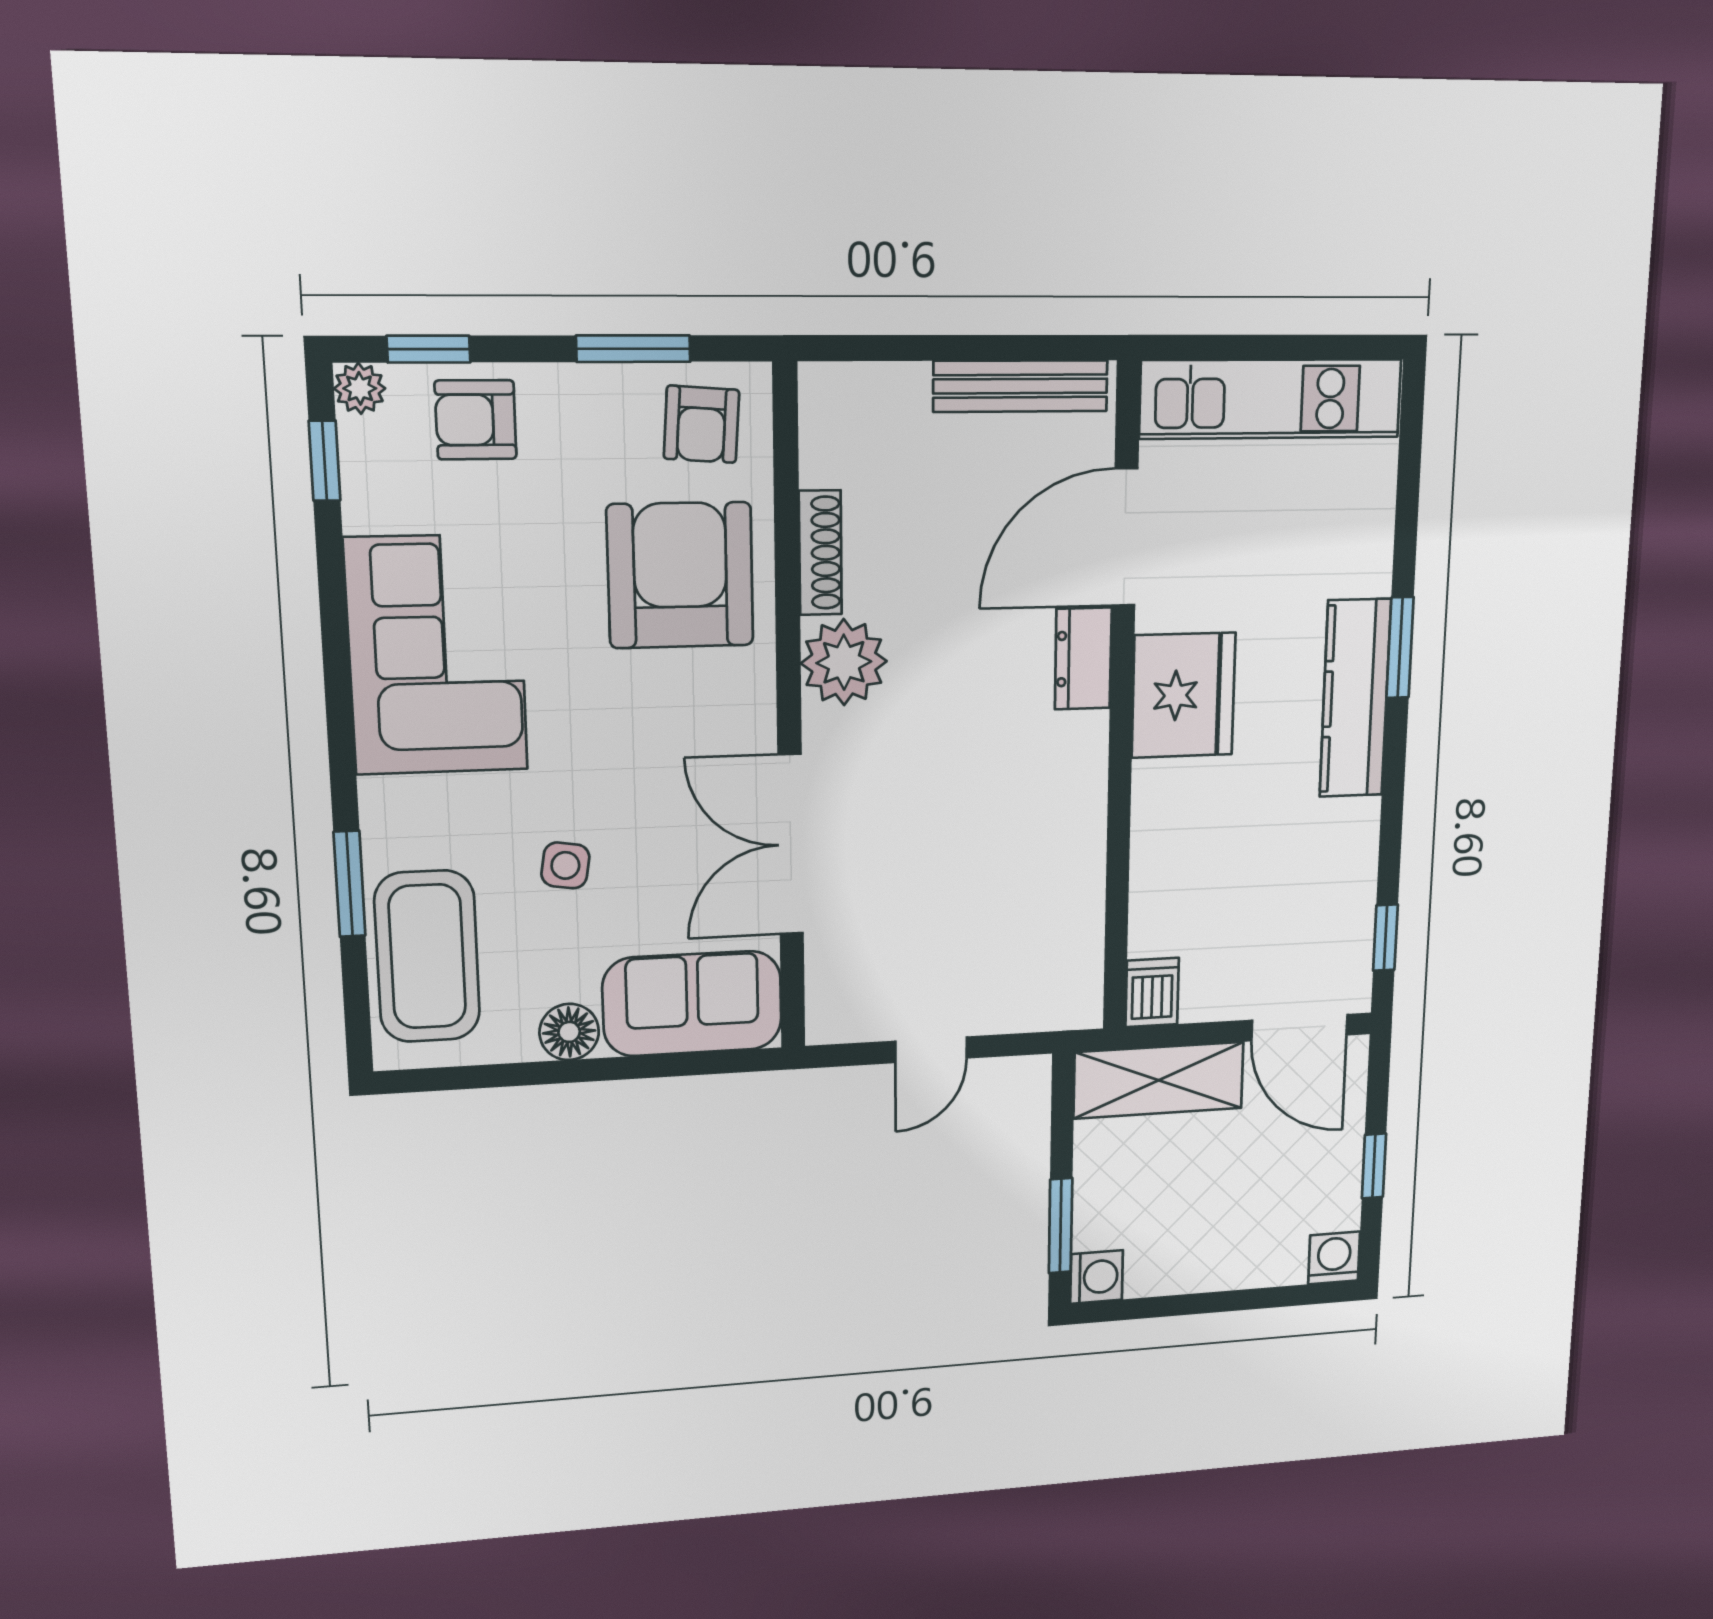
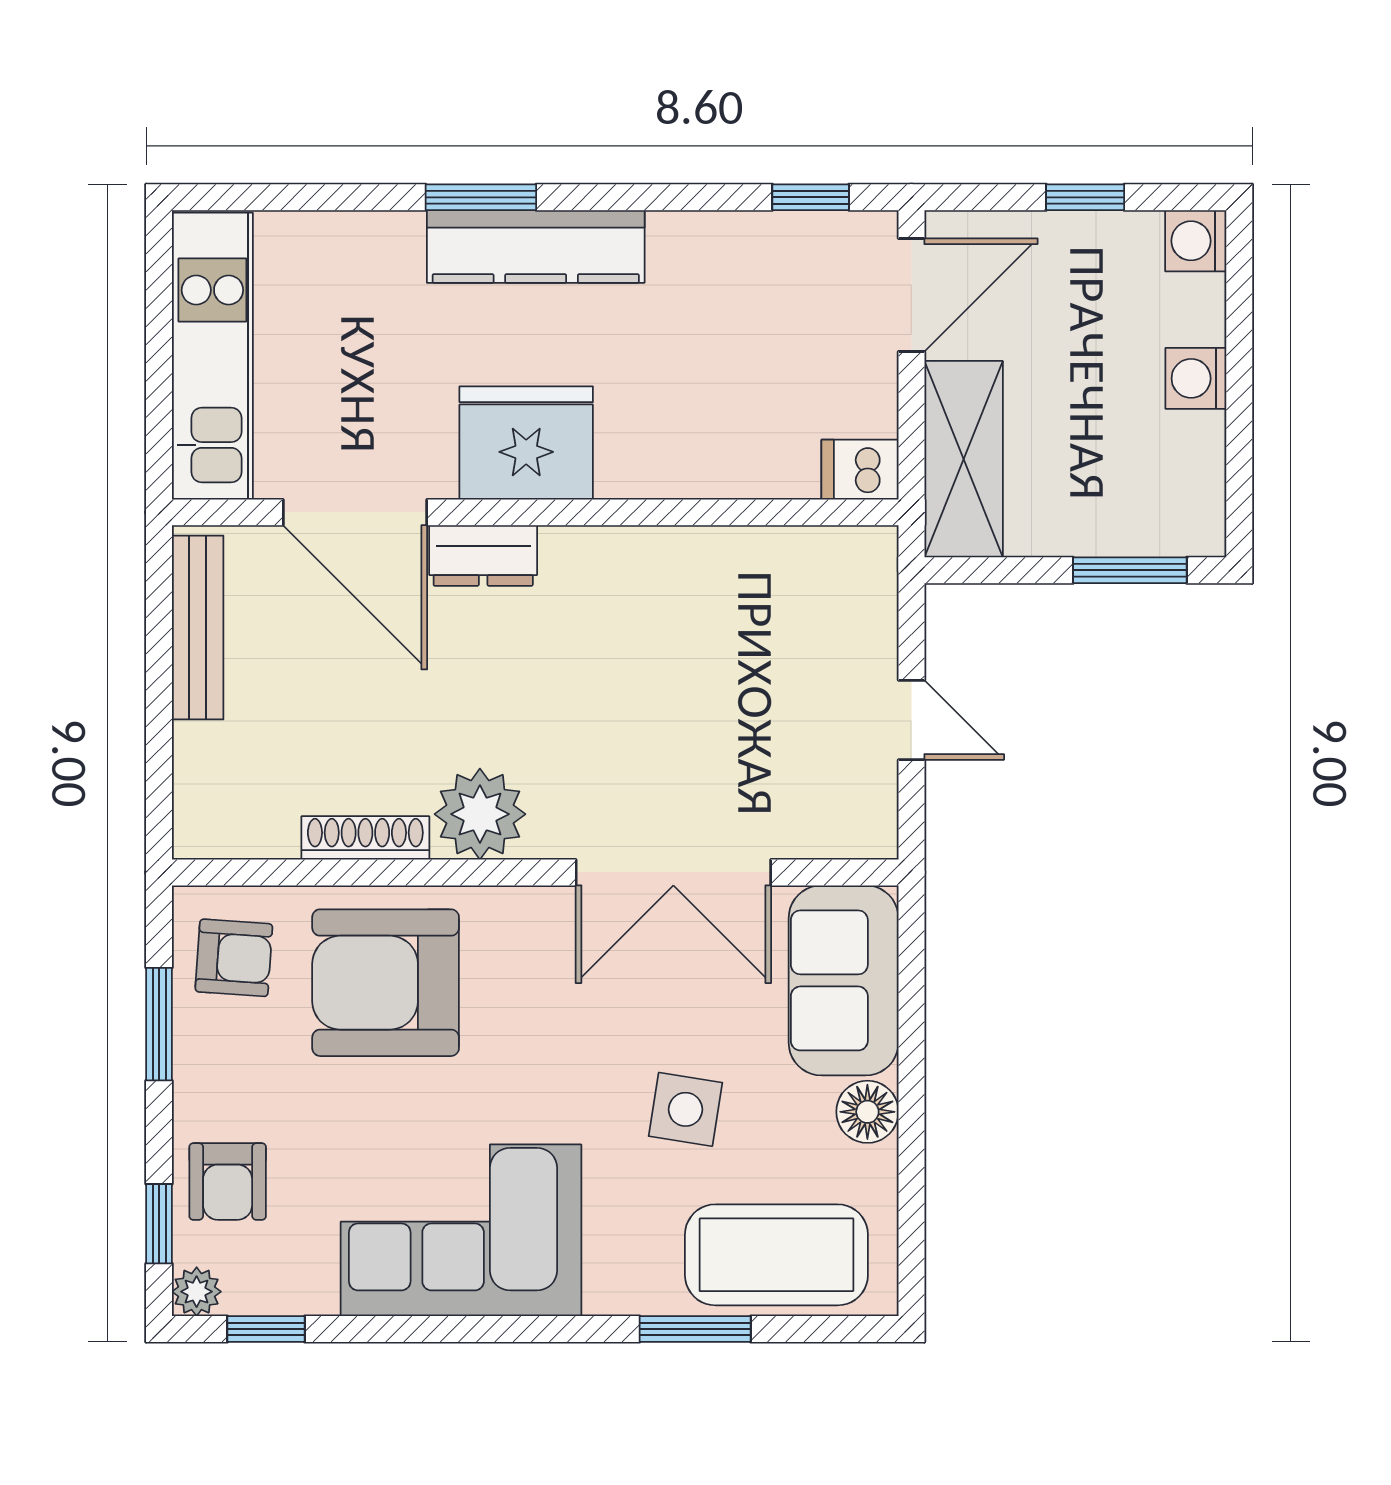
side table: (565, 865) -> (685, 1109), width x1.37, depth x1.37
washing machine: (1097, 1277) -> (1196, 378), moved, turned -90

